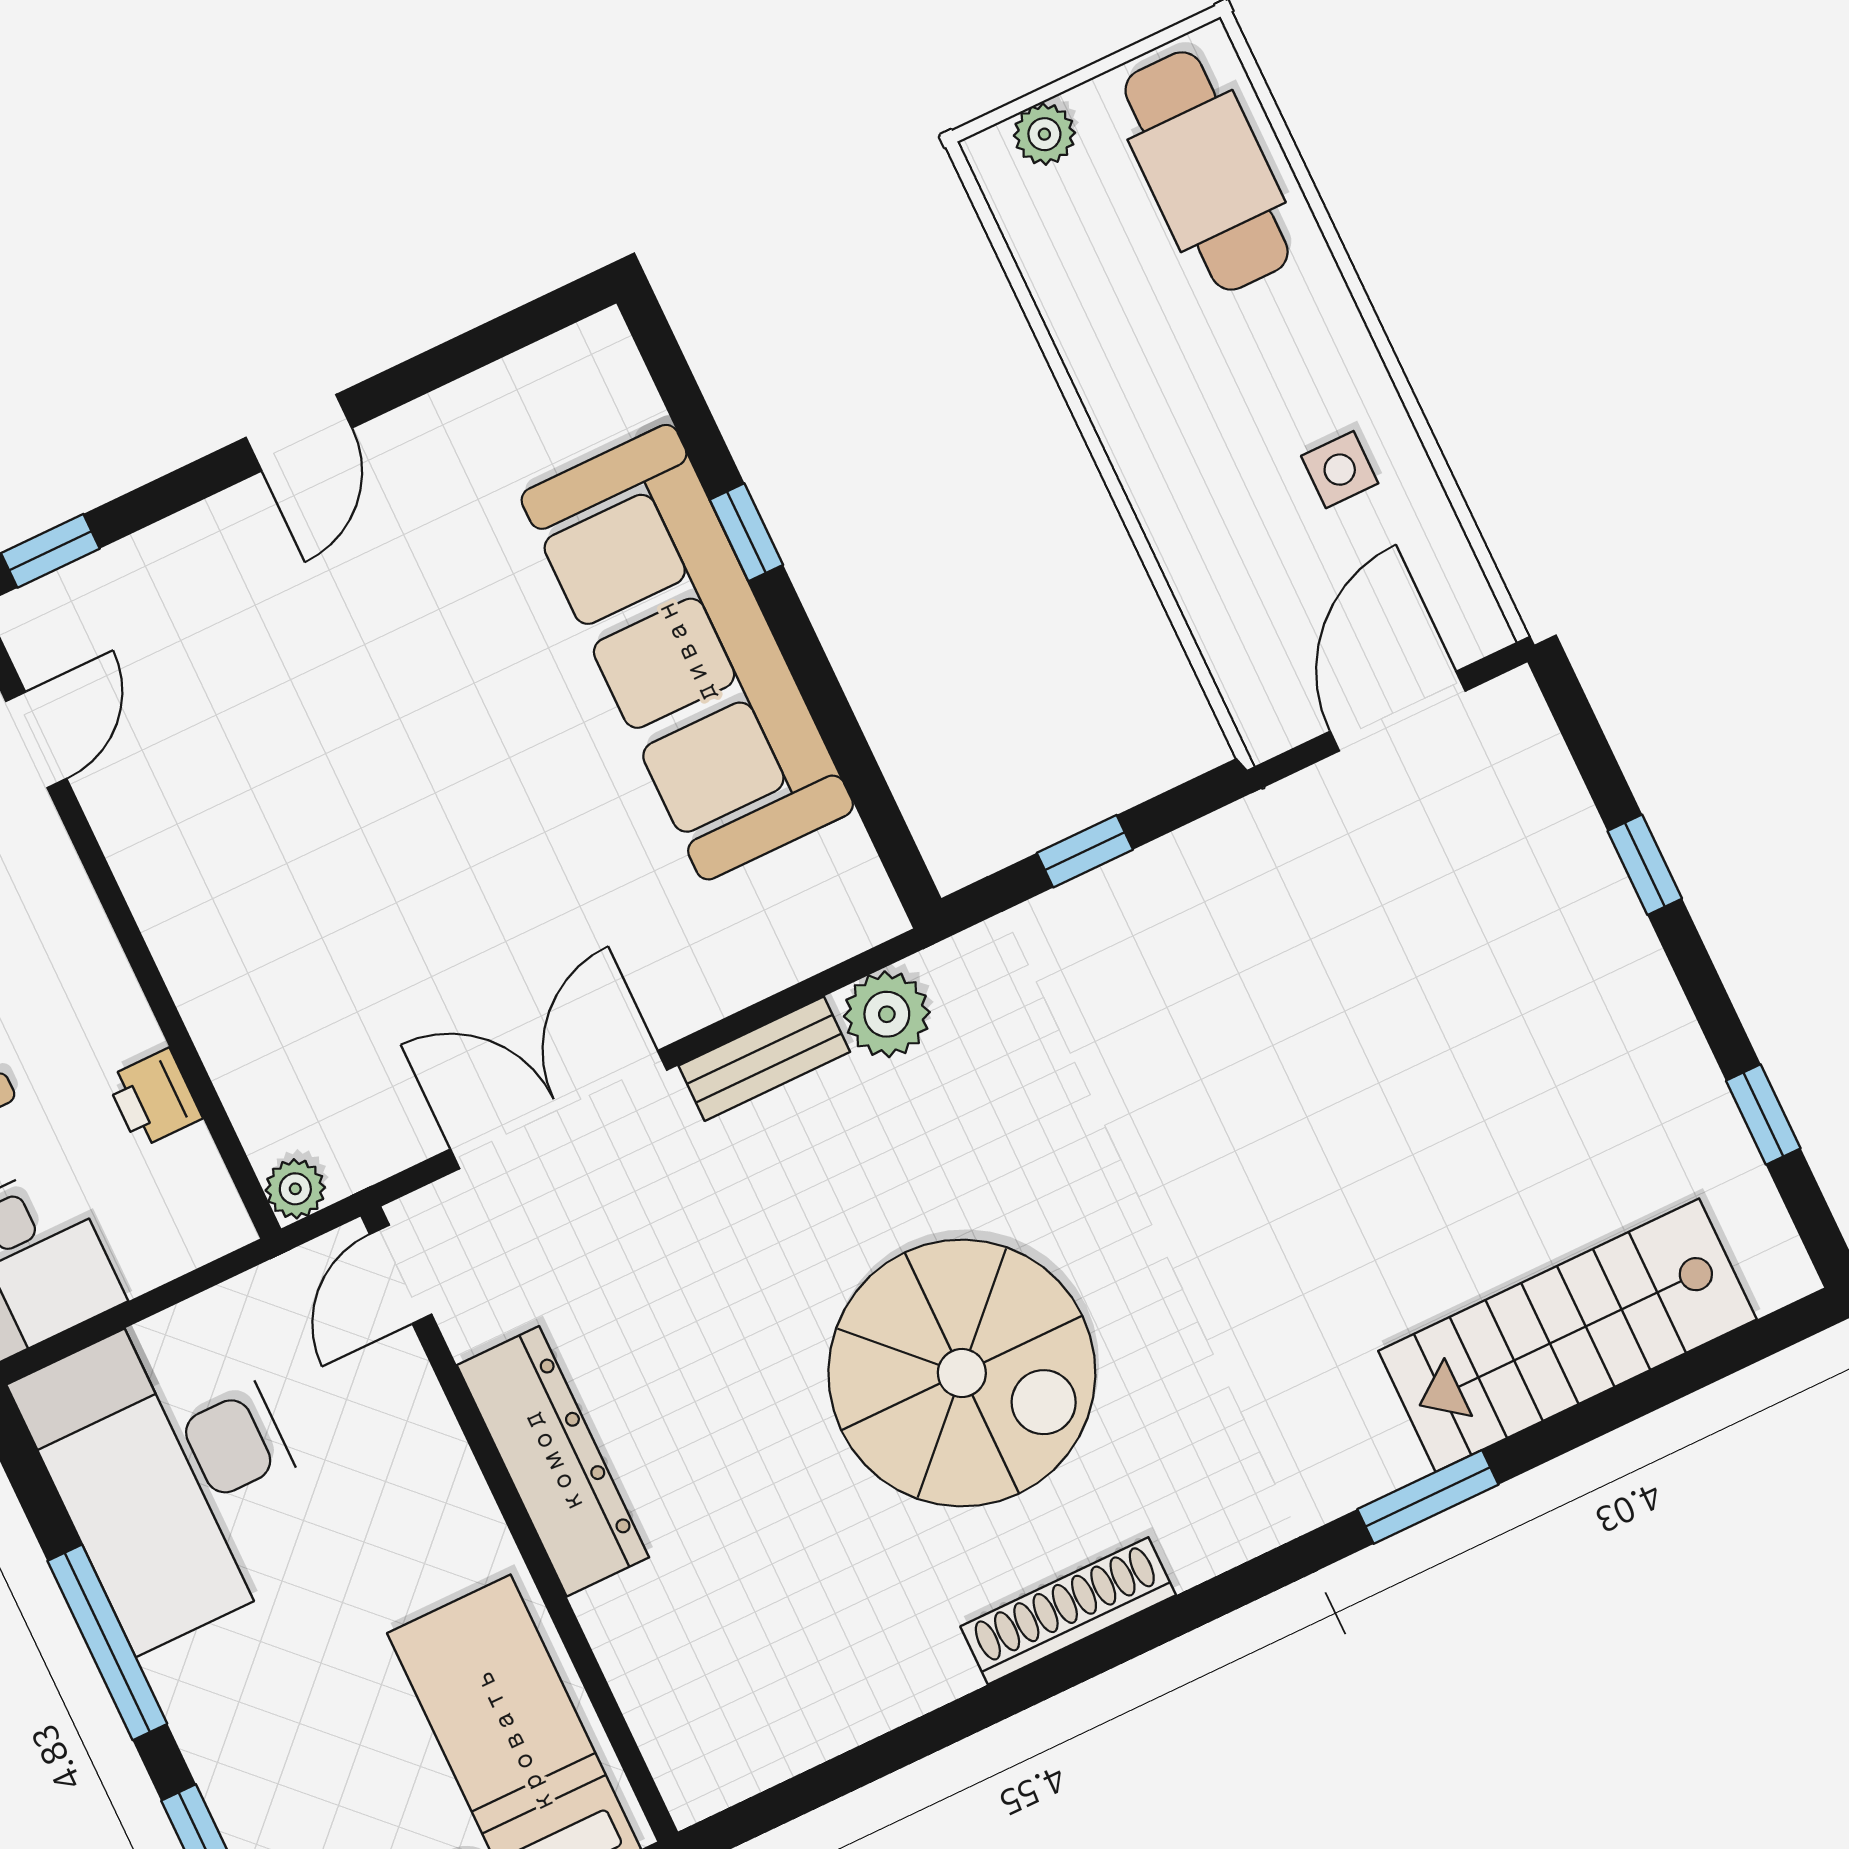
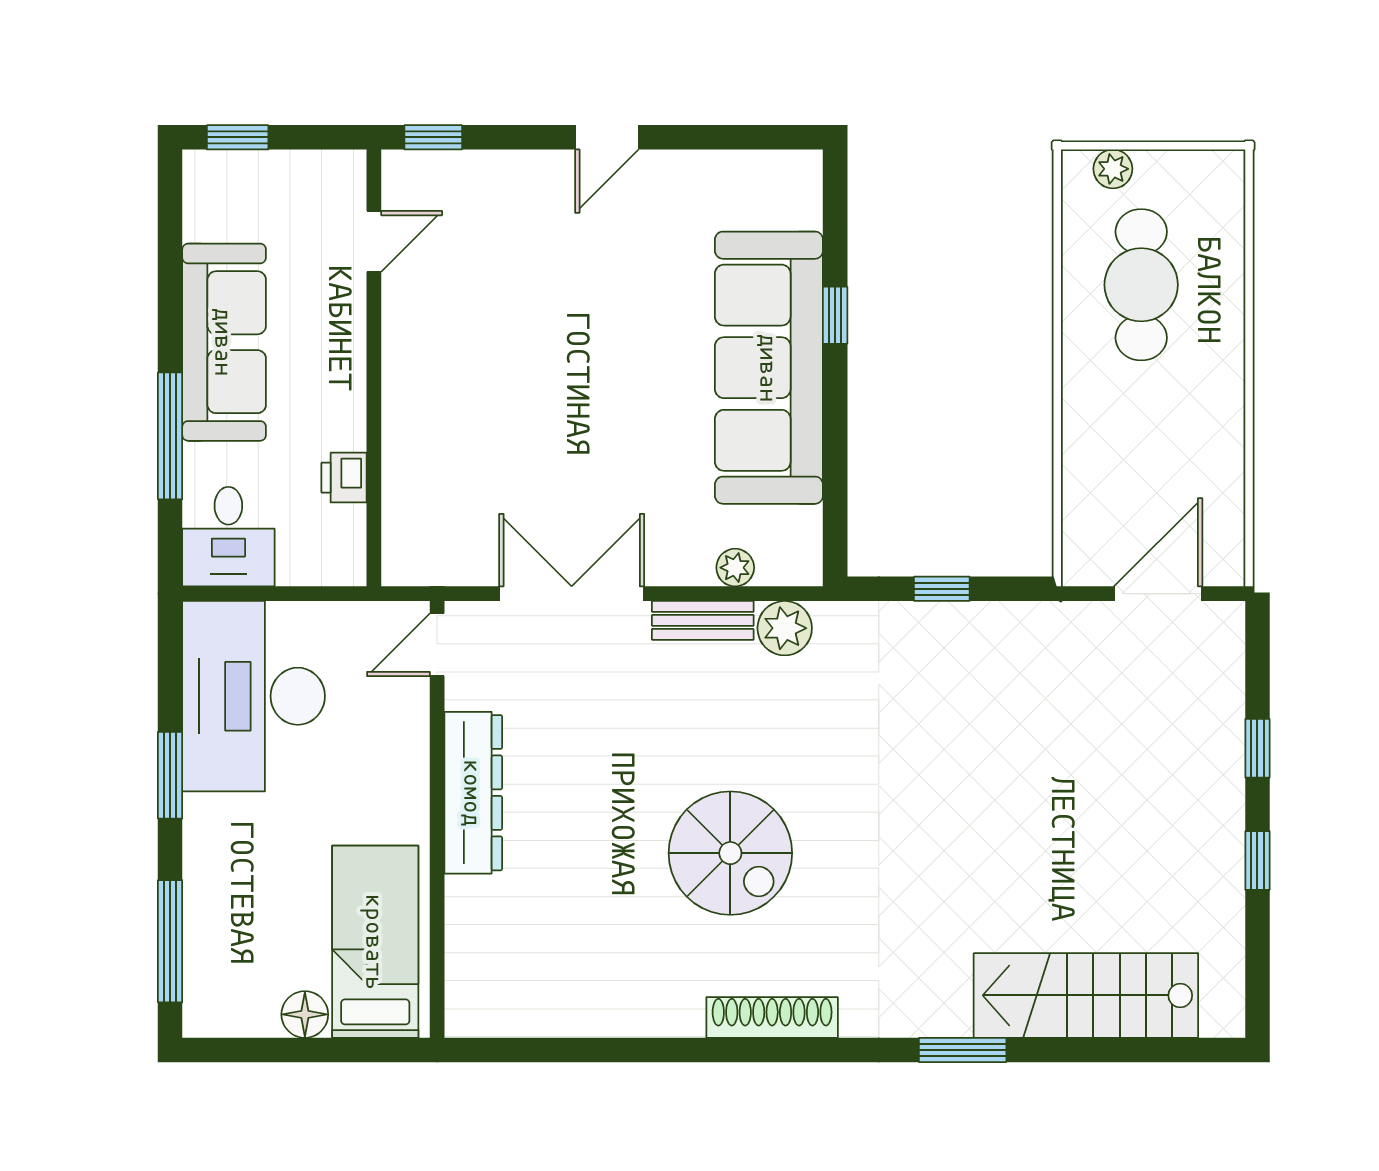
cafe table: (1207, 171) -> (1141, 285), moved
side table: (1340, 470) -> (1190, 440), removed
window: (1763, 1114) -> (1257, 860), moved
plant: (295, 1189) -> (735, 568), moved
spiral stairs: (962, 1373) -> (730, 853), width x0.73, depth x0.73
shoe rack: (1068, 1611) -> (772, 1018), moved
window: (107, 1642) -> (170, 775), width x0.69

